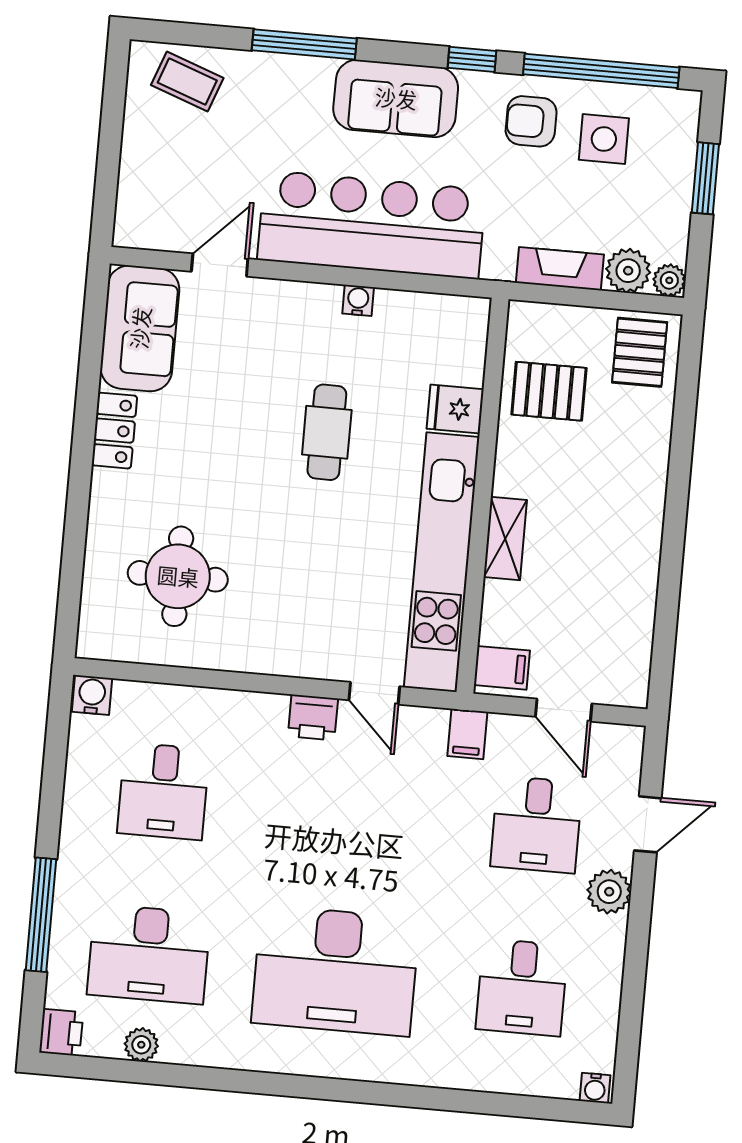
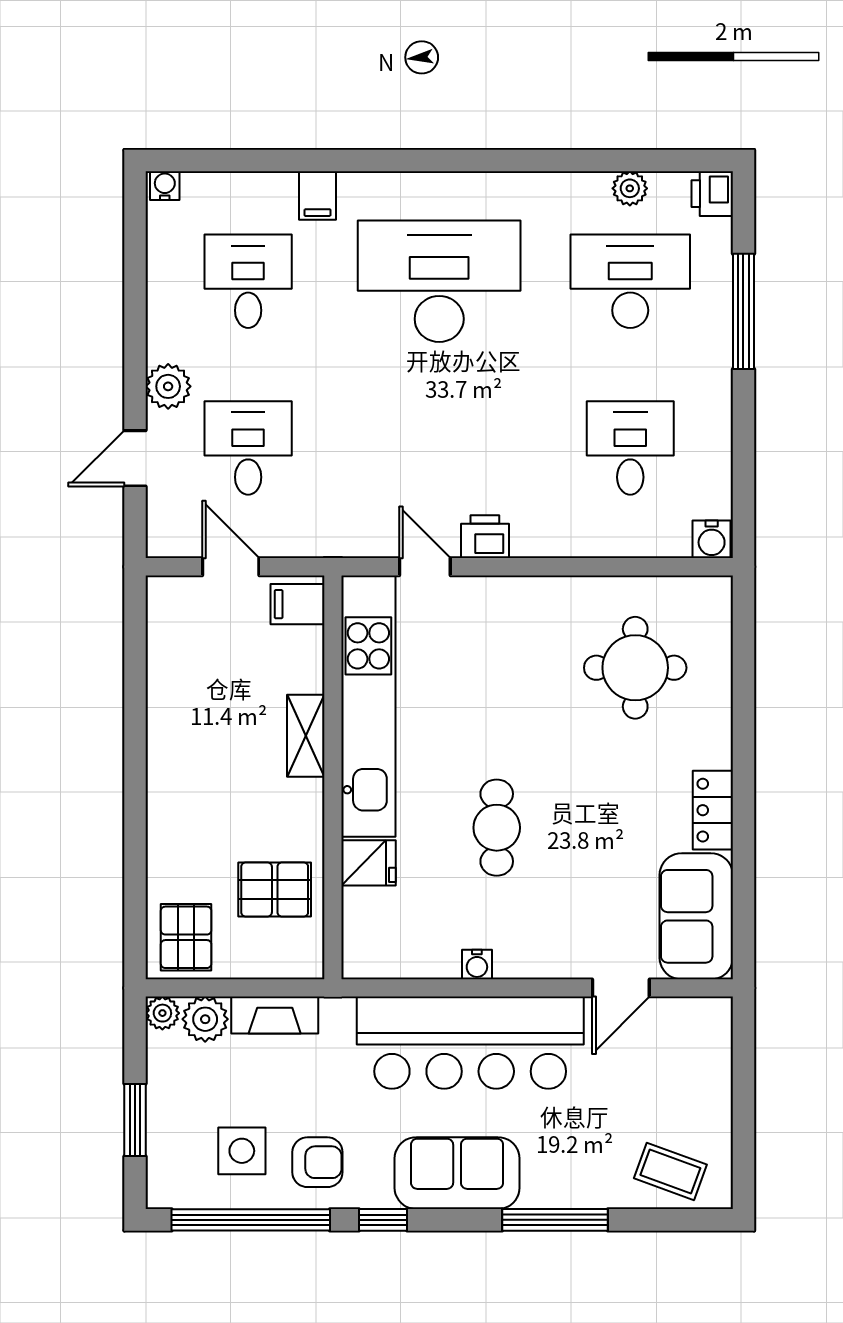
filing cabinet: (467, 734) -> (318, 195), moved, turned 180

